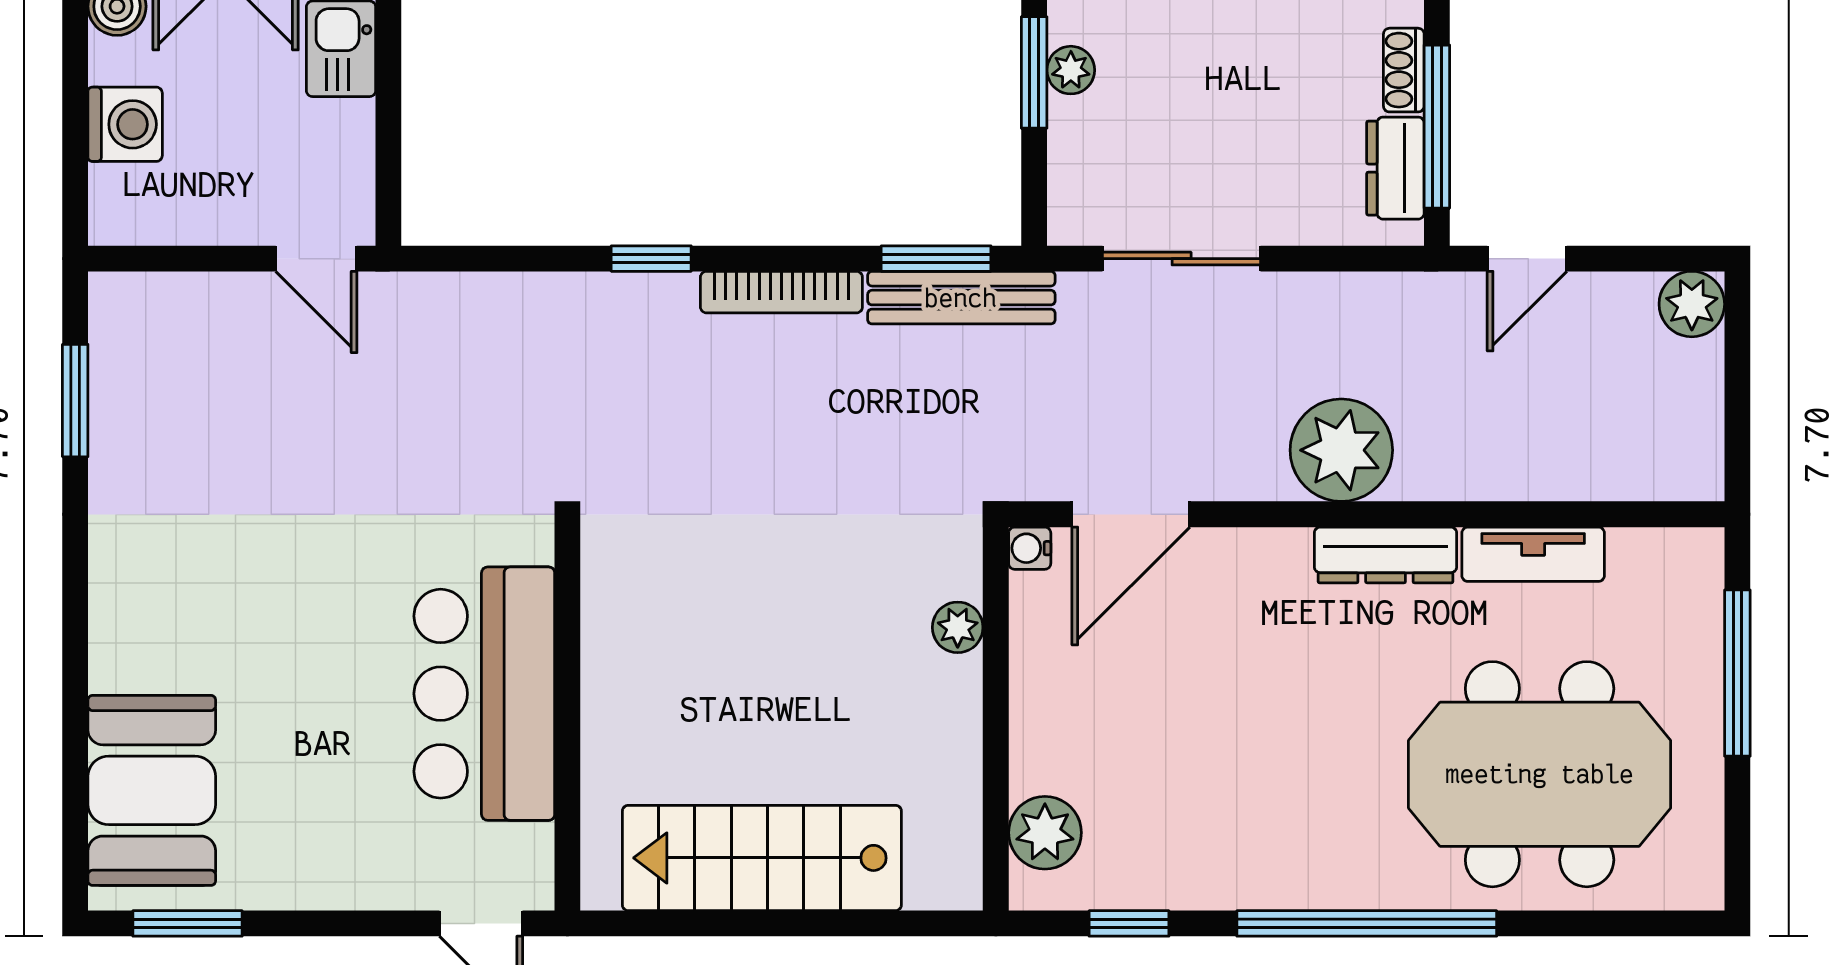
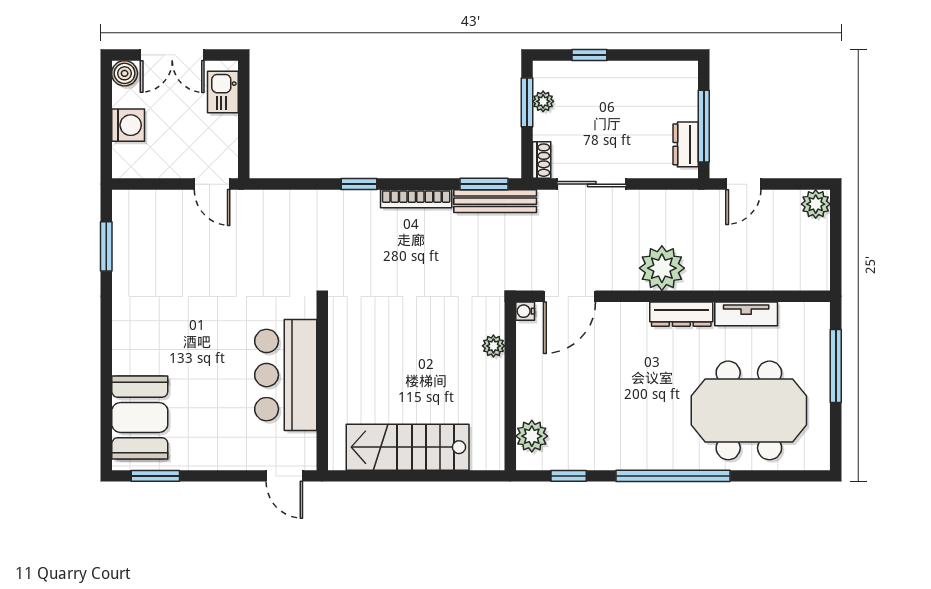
shoe rack: (1404, 70) -> (542, 160), moved, turned 180

